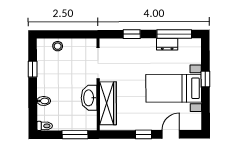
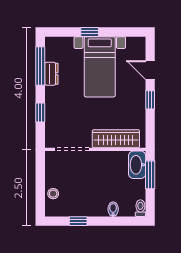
washbasin: (89, 98) -> (137, 165), moved, turned 90

